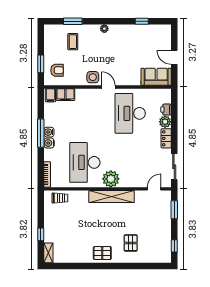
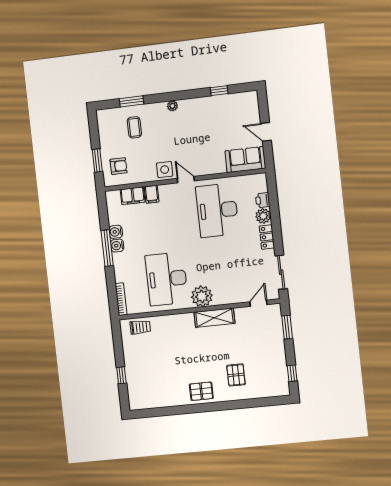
filing cabinet: (50, 95) -> (152, 194), moved
water cooler: (49, 143) -> (116, 232), moved
shelving: (112, 197) -> (214, 318), width x0.68
shelving: (48, 253) -> (134, 398), removed

